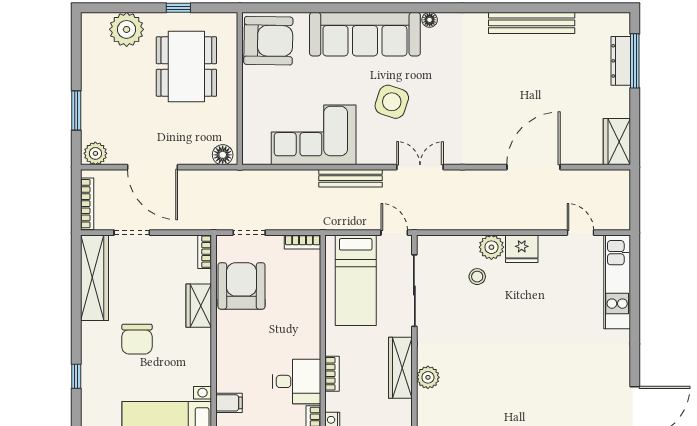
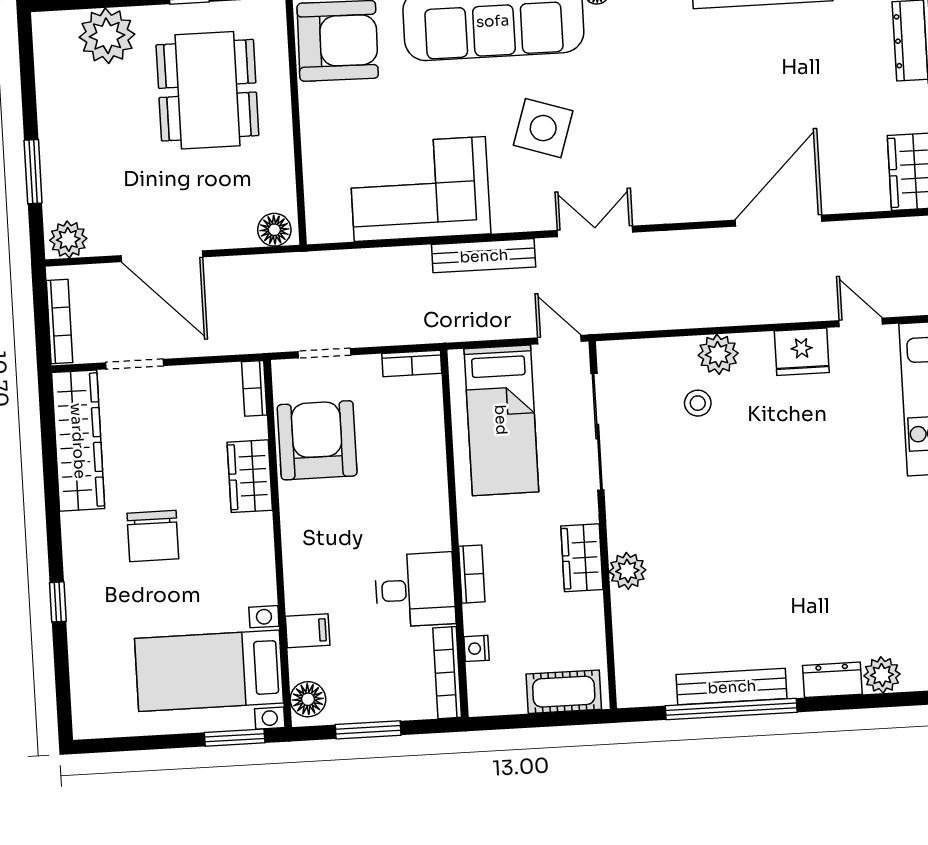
fridge: (522, 249) -> (802, 352), moved
wardrobe: (400, 368) -> (582, 558), width x0.67

